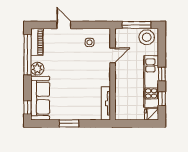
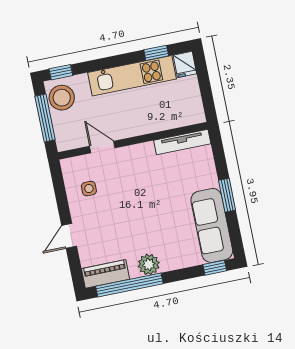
window: (162, 74) -> (61, 72), moved
sofa: (40, 98) -> (212, 225), moved, turned -90

